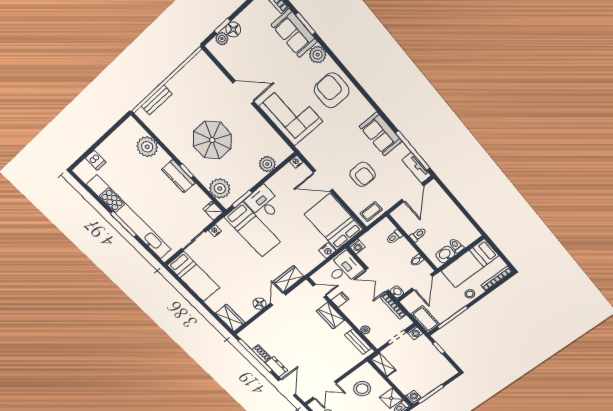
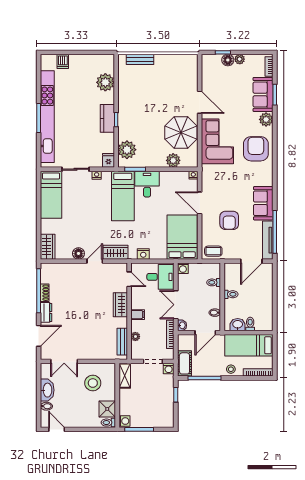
plant: (222, 39) -> (240, 59), moved
parasol: (212, 140) -> (181, 133), moved
tv unit: (416, 168) -> (268, 240), width x1.41
nightstand: (327, 250) -> (143, 254), moved
filing cabinet: (340, 300) -> (138, 315), moved

